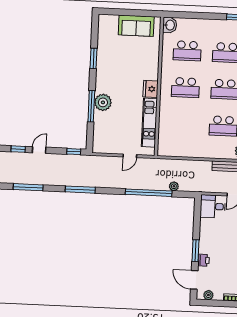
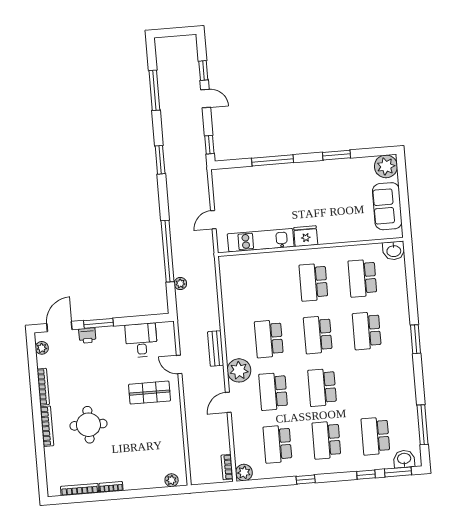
plant: (103, 102) -> (386, 166), moved
door: (130, 156) -> (213, 220), hinge flipped
window: (80, 190) -> (160, 160), width x0.69
desk: (213, 206) -> (141, 340), moved

